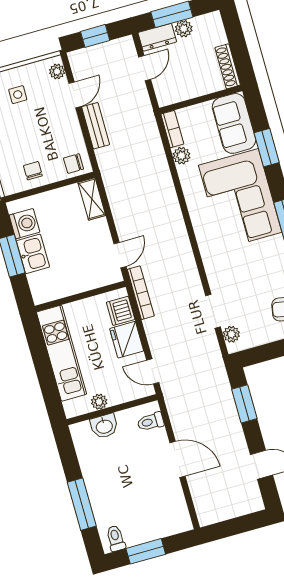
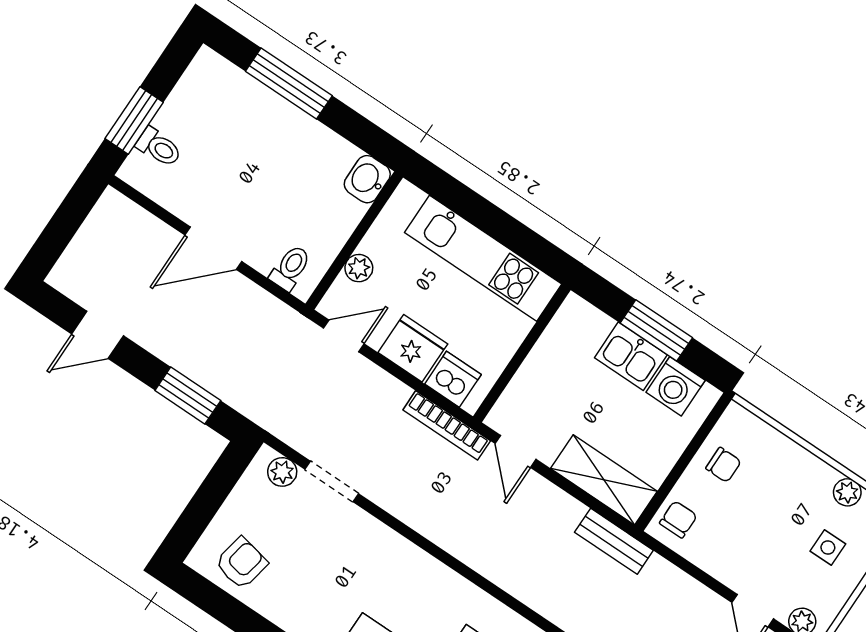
bench: (96, 126) -> (614, 541), moved
shelving: (92, 199) -> (604, 480), width x1.50, depth x1.33
plant: (99, 402) -> (359, 268), moved
washbasin: (104, 426) -> (367, 179), moved
toilet: (116, 538) -> (159, 147), moved
window: (146, 551) -> (134, 120), moved

